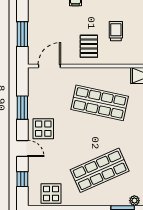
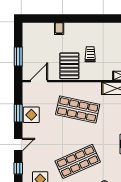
pallet: (89, 46) -> (69, 66), width x1.50, depth x1.42
display table: (43, 129) -> (31, 115), moved
door: (22, 148) -> (18, 145), hinge flipped

